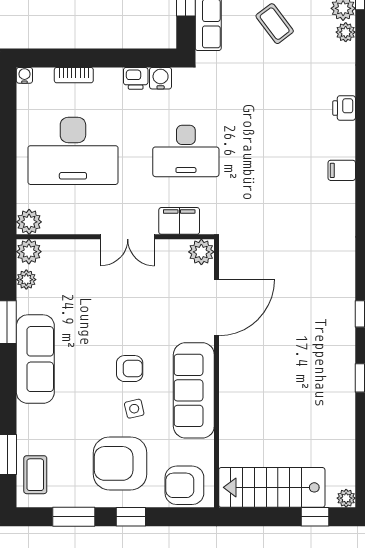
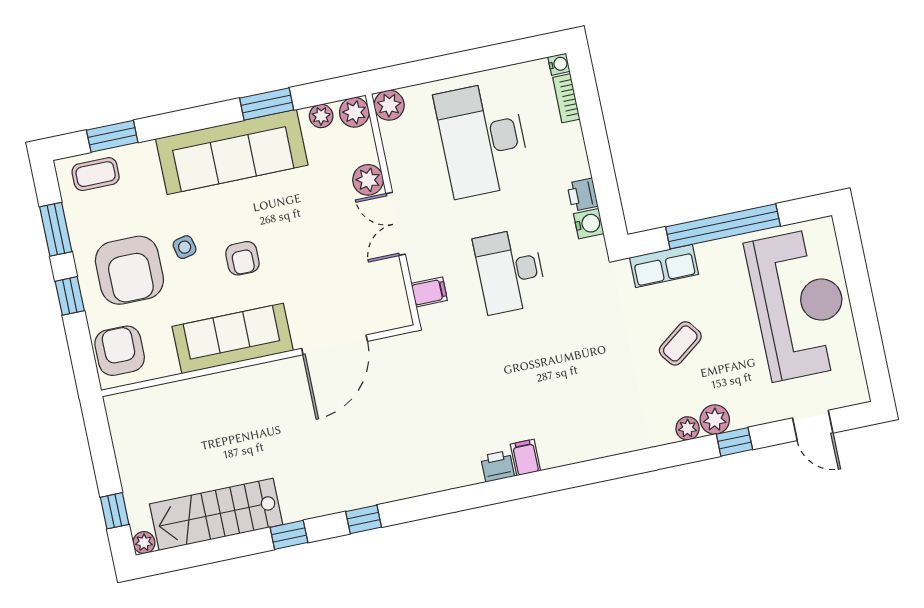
bookcase: (74, 75) -> (566, 98), moved
printer: (344, 108) -> (497, 466), moved
filing cabinet: (179, 221) -> (429, 292), width x0.50
plant: (201, 252) -> (368, 180), moved
door: (216, 308) -> (335, 345), hinge flipped
sofa: (35, 359) -> (232, 152), width x1.36, depth x1.27
side table: (134, 409) -> (185, 247), moved
armchair: (120, 463) -> (129, 270), turned 180
stairs: (272, 487) -> (216, 514), moved, turned -90

